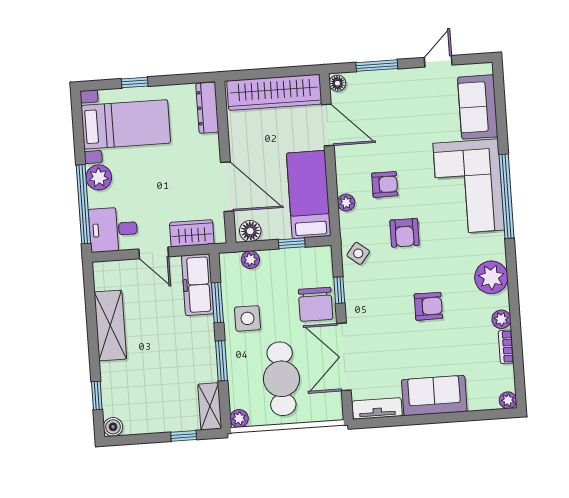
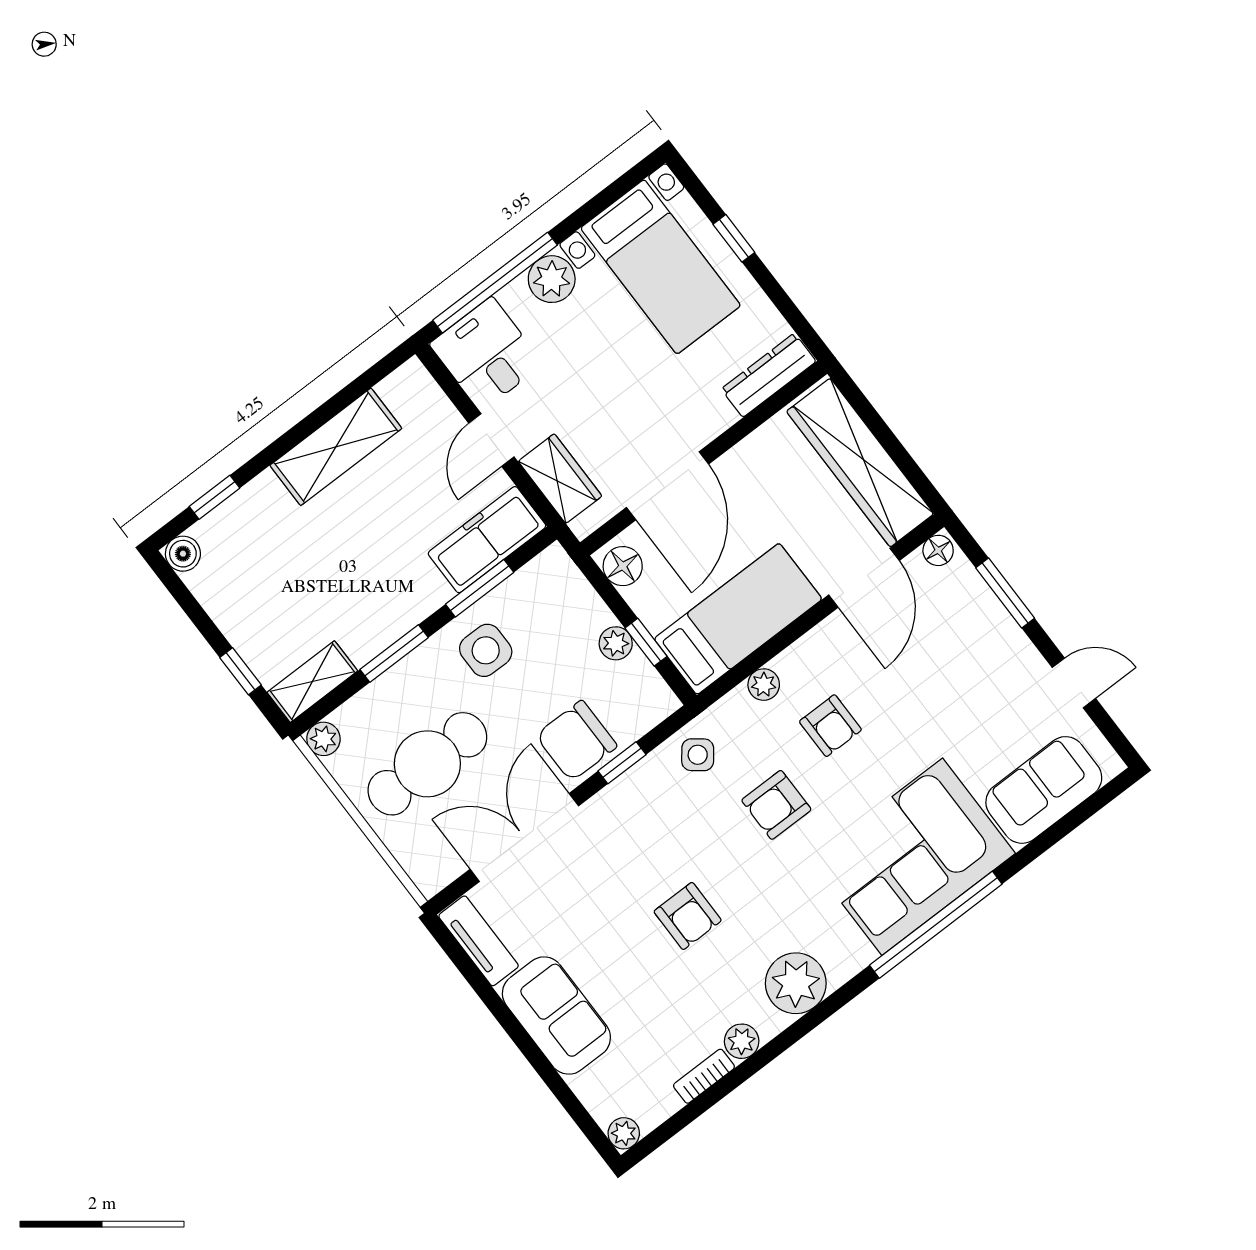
plant: (250, 260) -> (616, 643), moved

